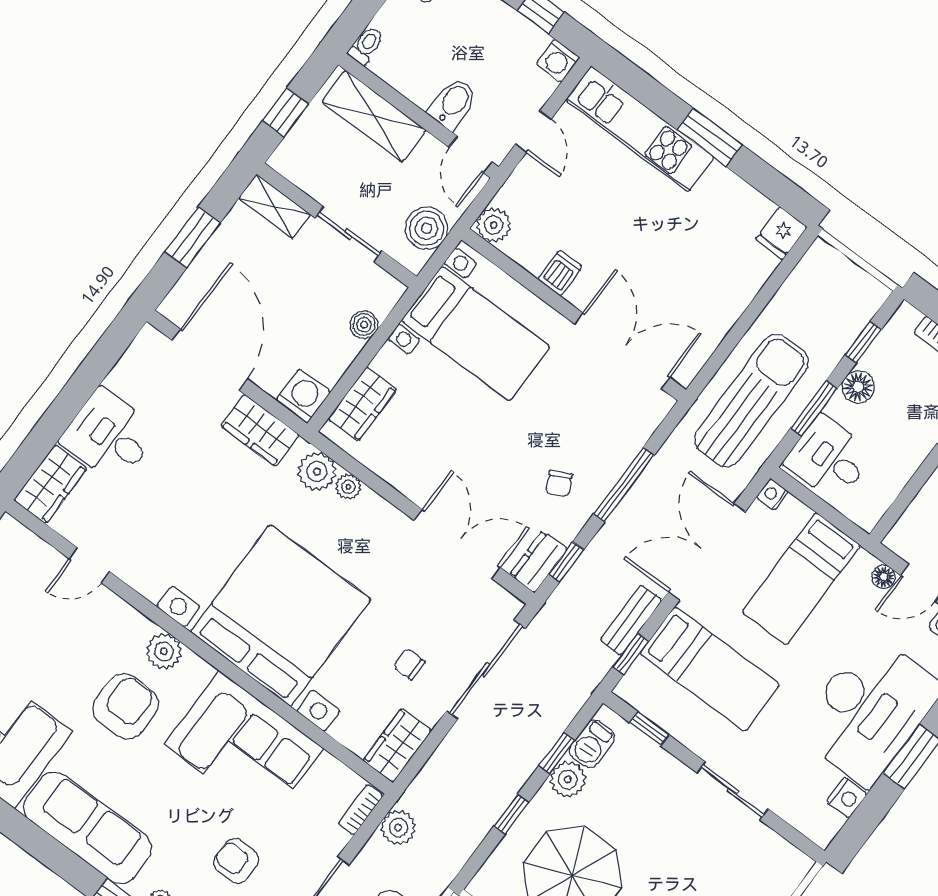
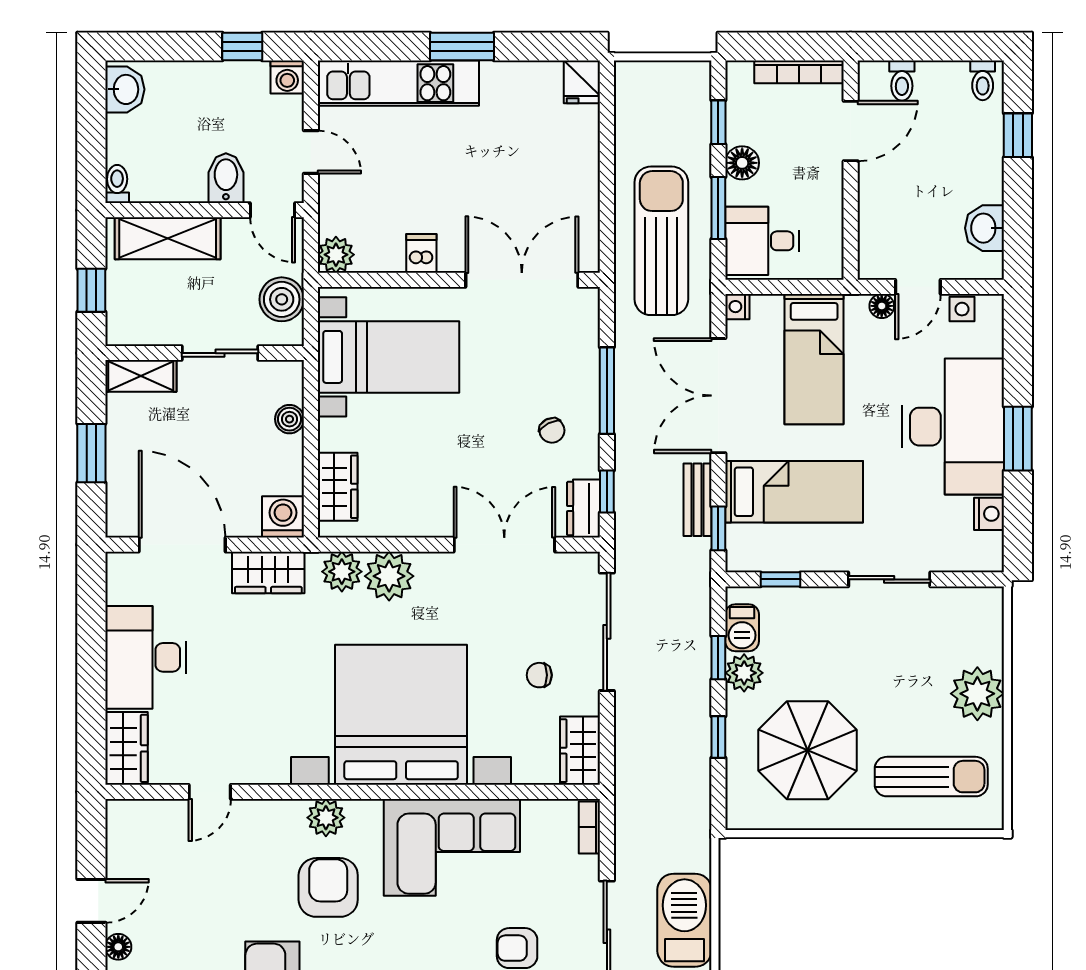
desk: (109, 436) -> (146, 657), width x1.37
plant: (348, 487) -> (389, 576), width x1.87, depth x1.87
plant: (398, 827) -> (632, 819), removed

